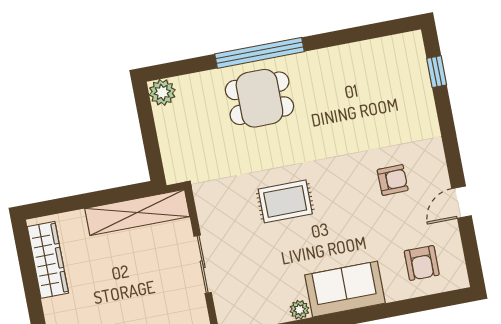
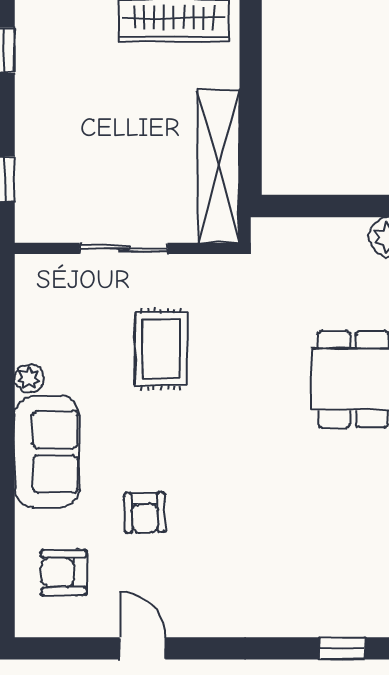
armchair: (393, 180) -> (145, 513), moved
rug: (285, 201) -> (161, 349), moved

